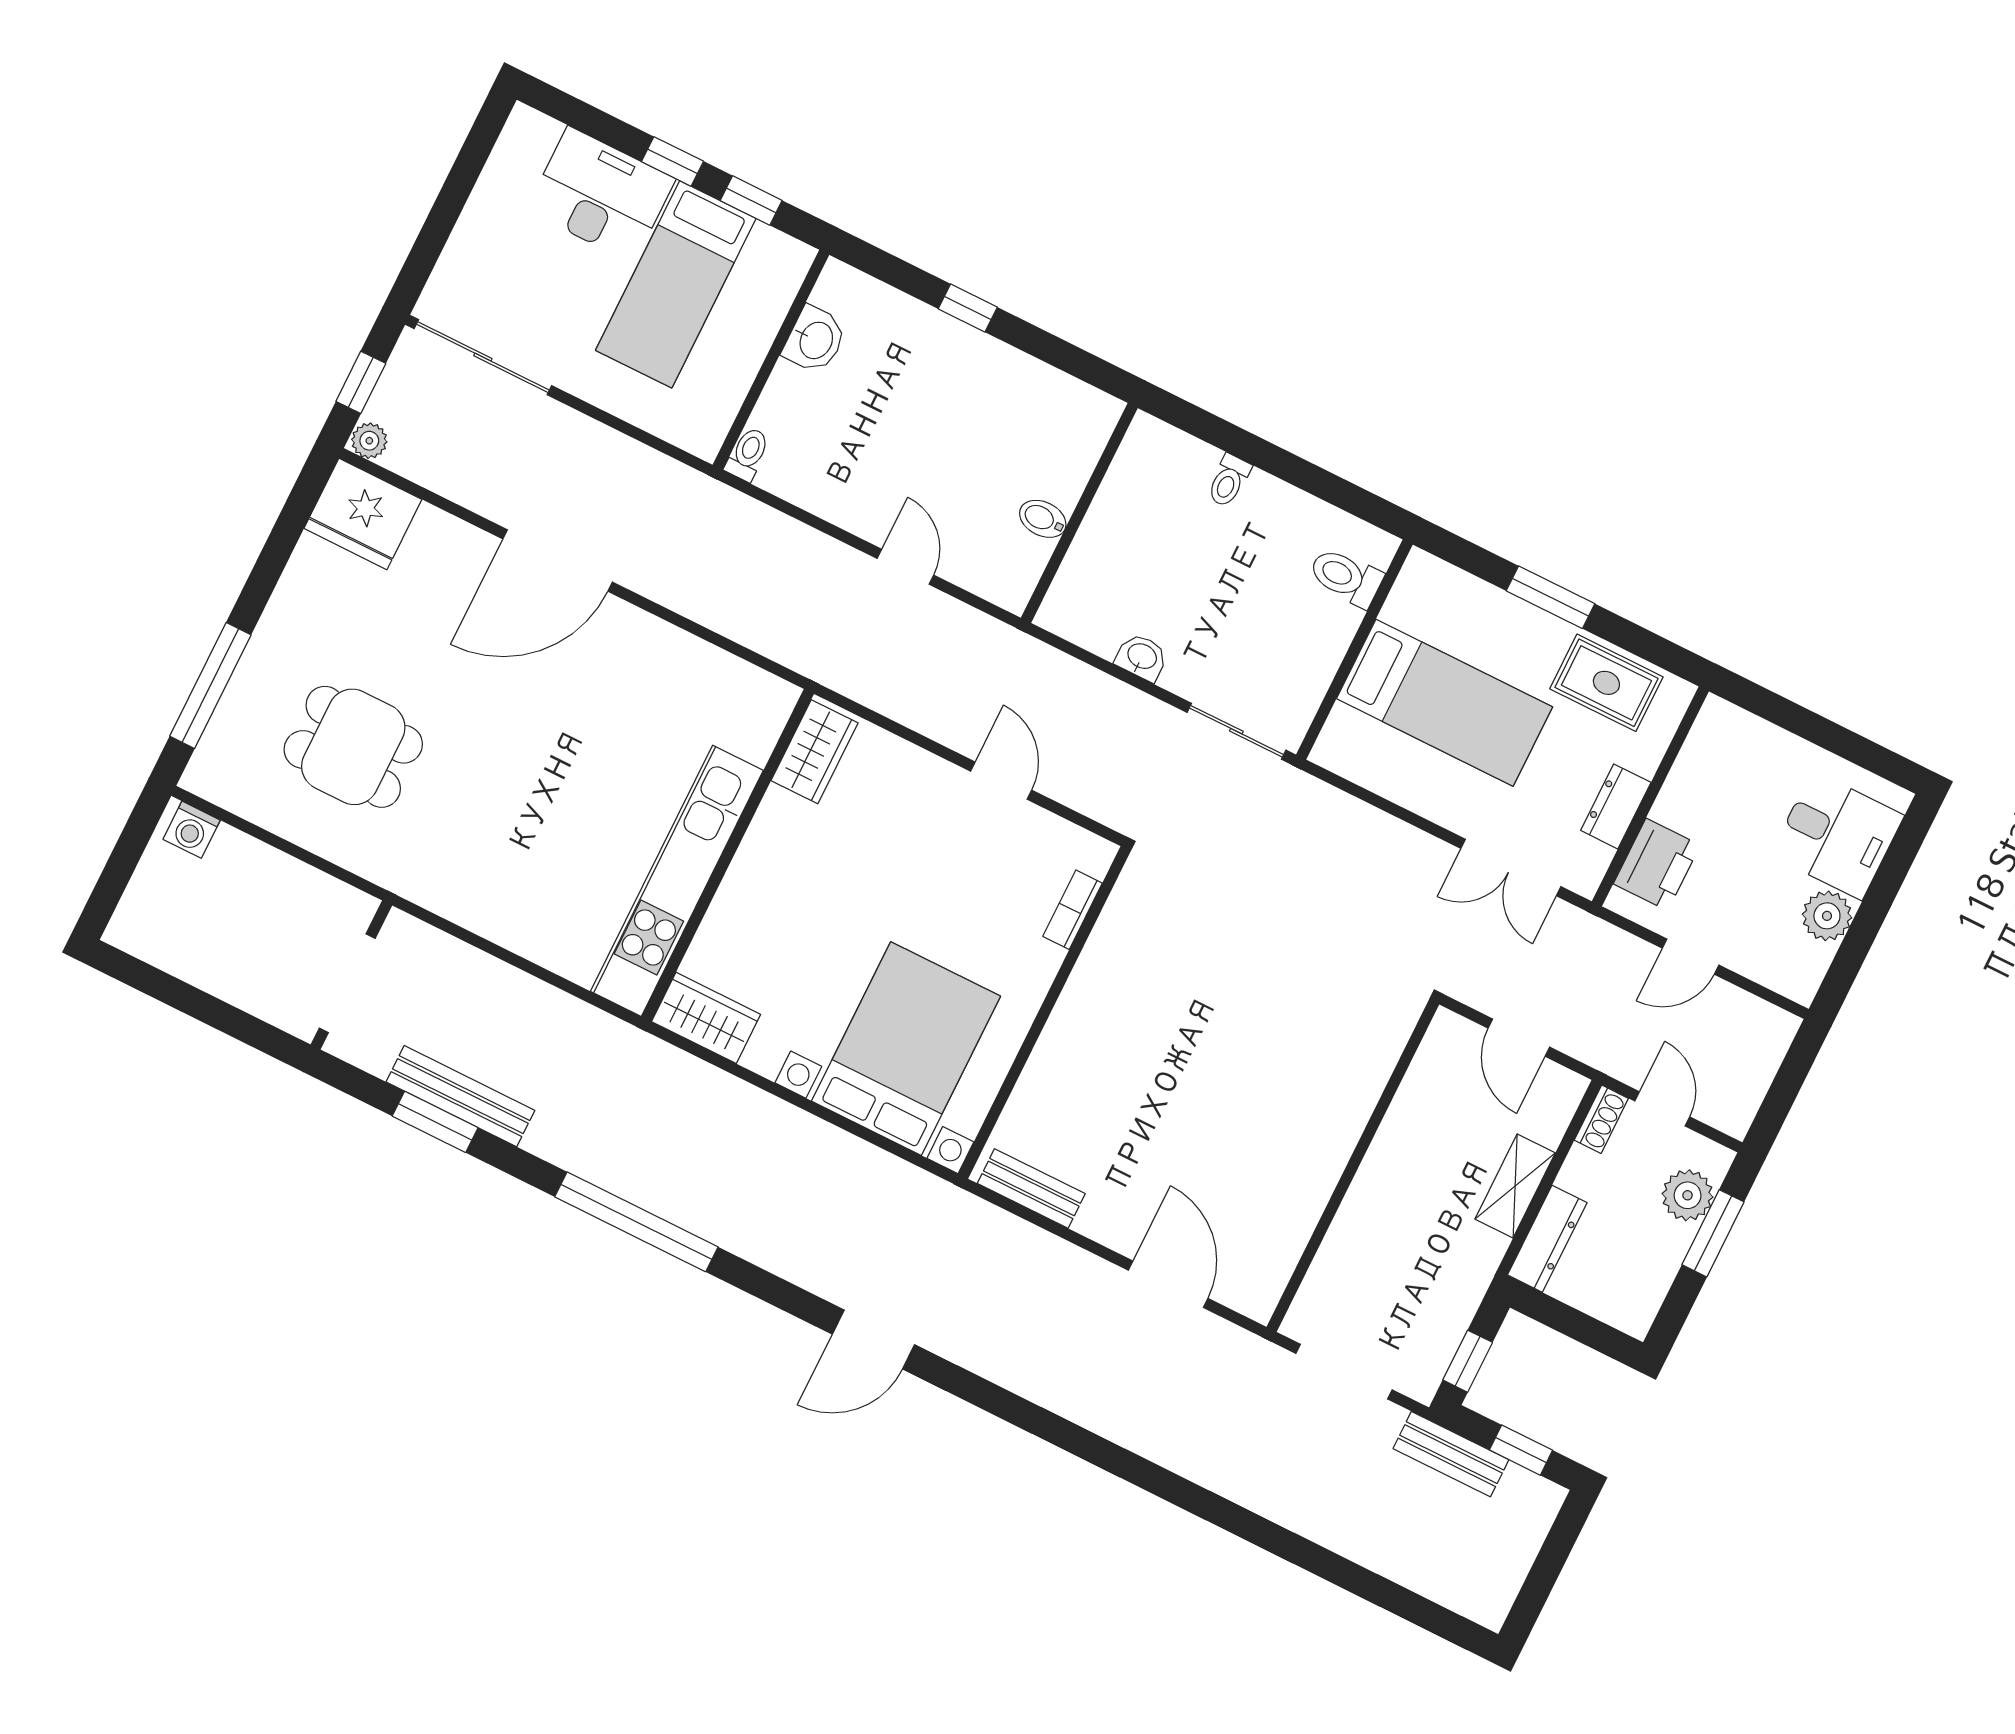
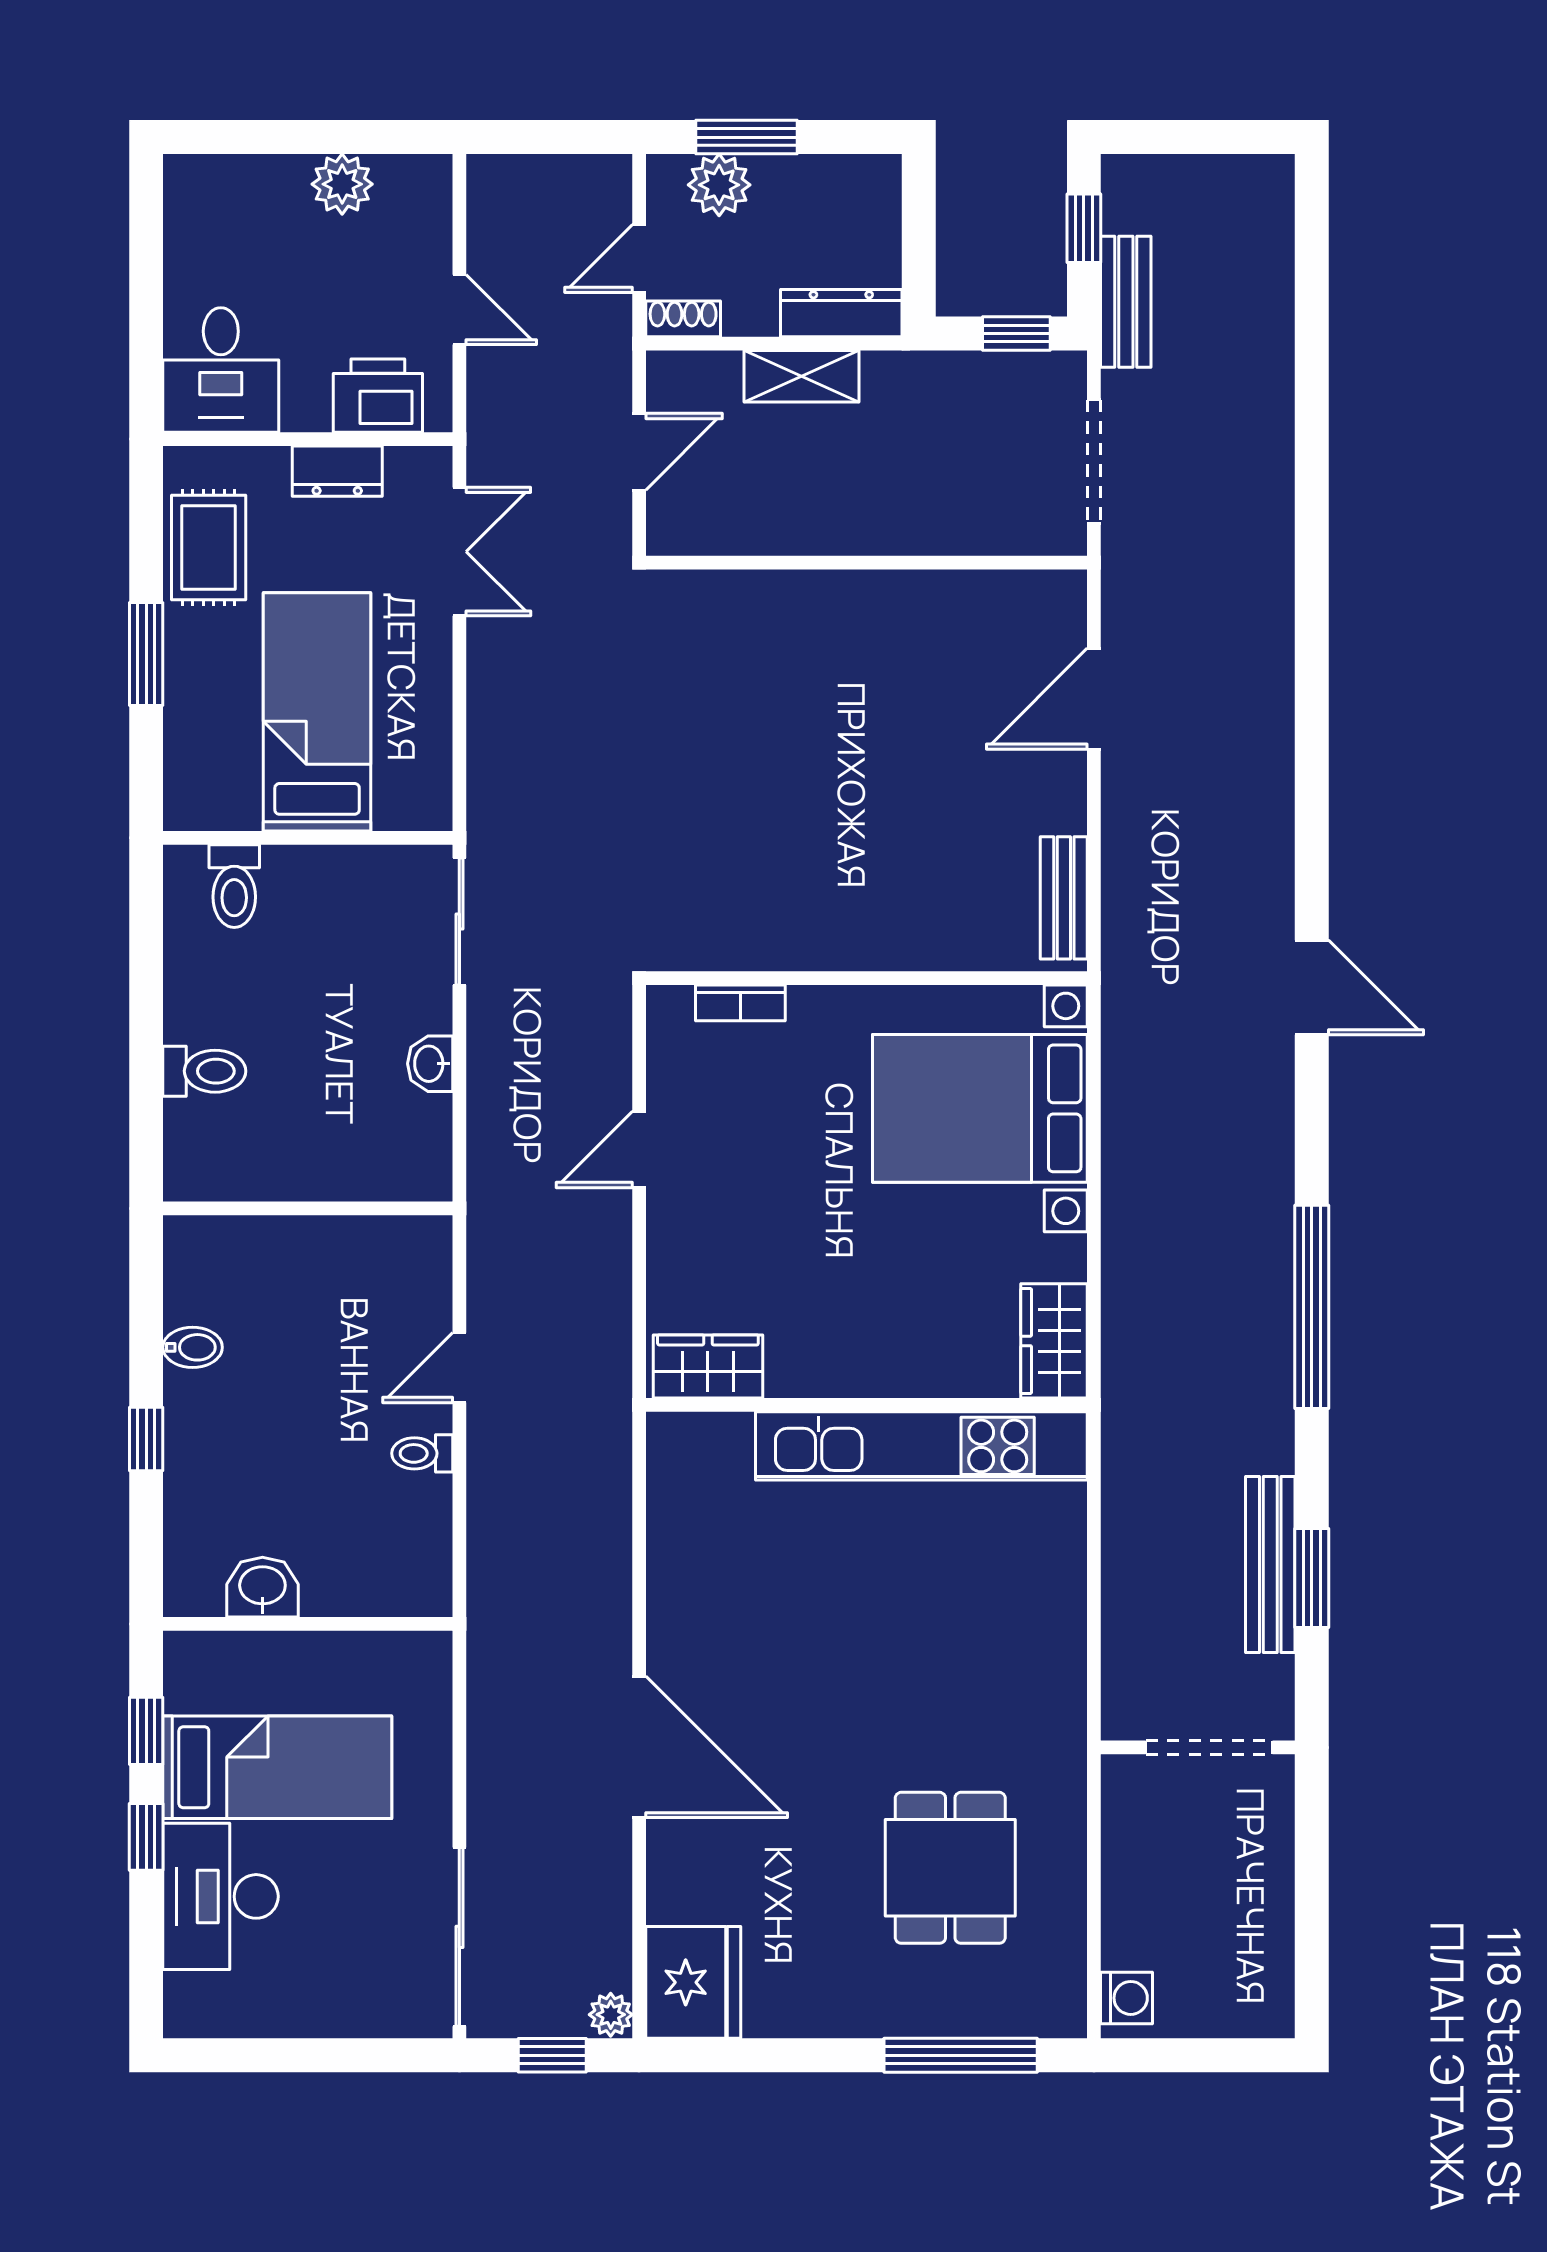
toilet: (748, 454) -> (422, 1453), moved
toilet: (1229, 481) -> (204, 1071), width x1.37, depth x1.39
bidet: (1043, 519) -> (193, 1347), moved, turned -90
desk: (1837, 835) -> (221, 370), moved, turned 180

